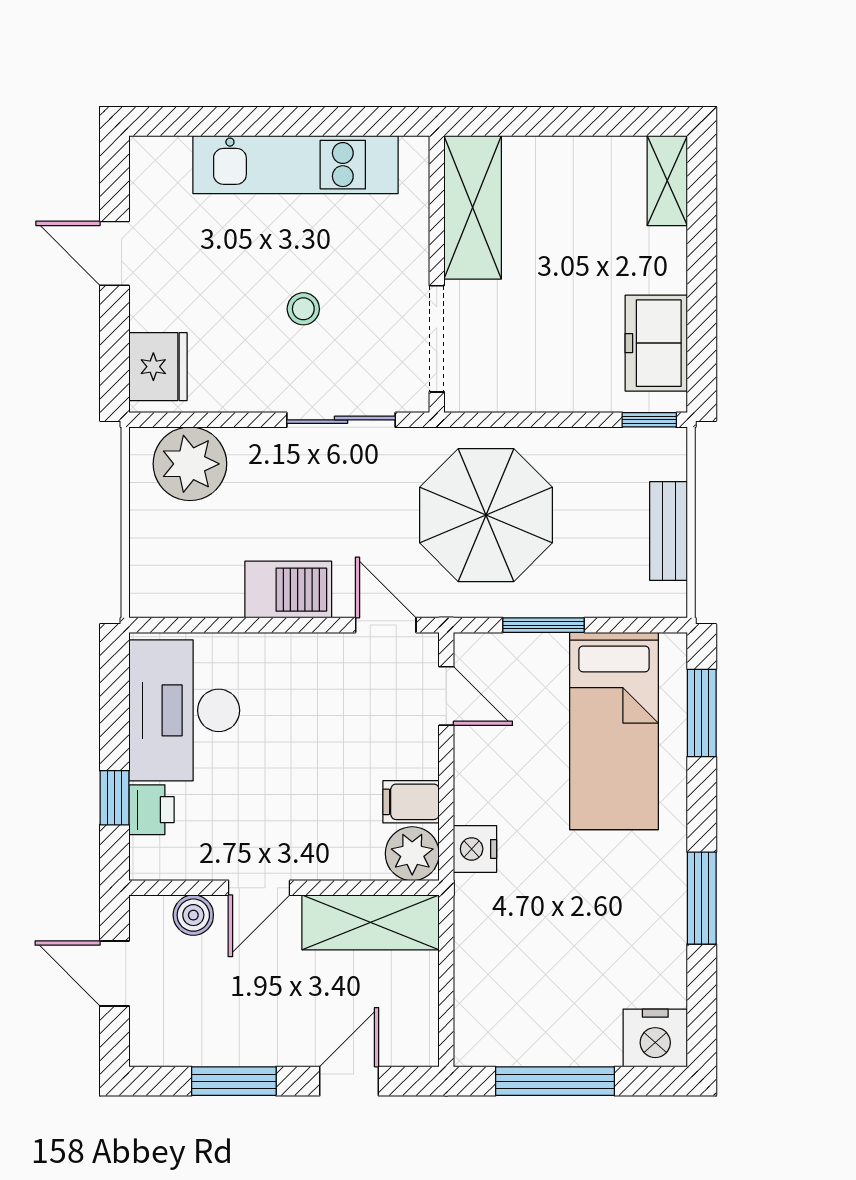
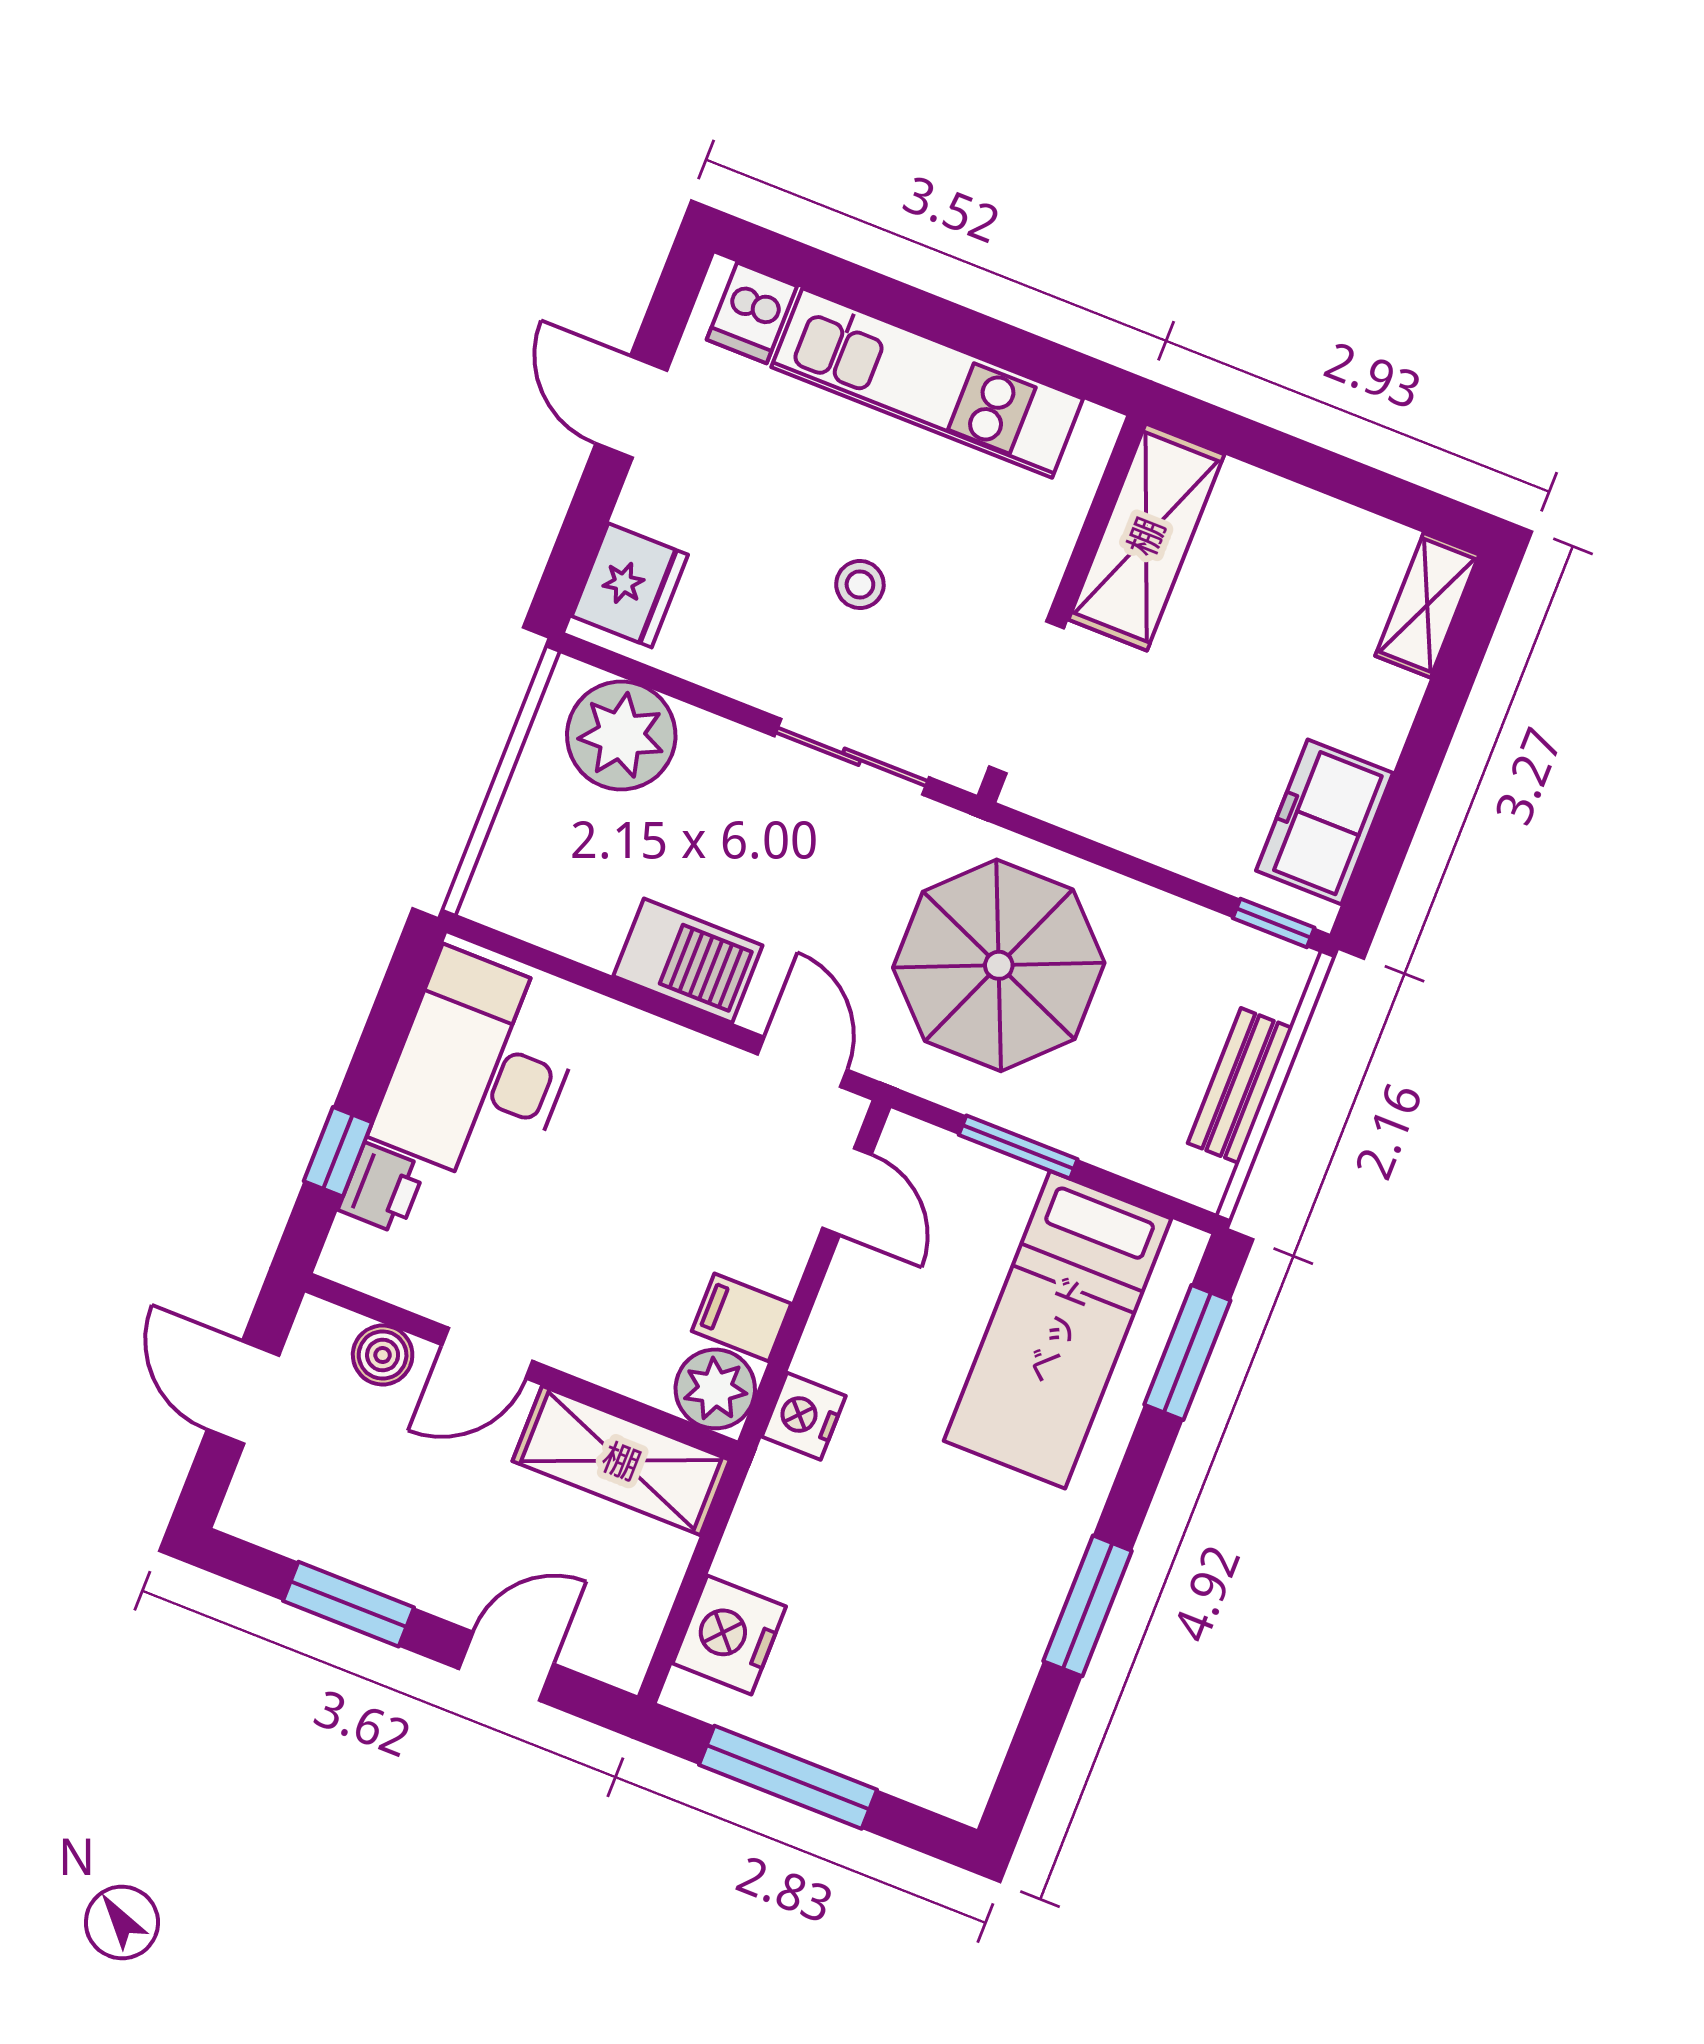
dishwasher: (167, 164) -> (752, 313), added
nightstand: (655, 1038) -> (729, 1635), moved, turned 90

